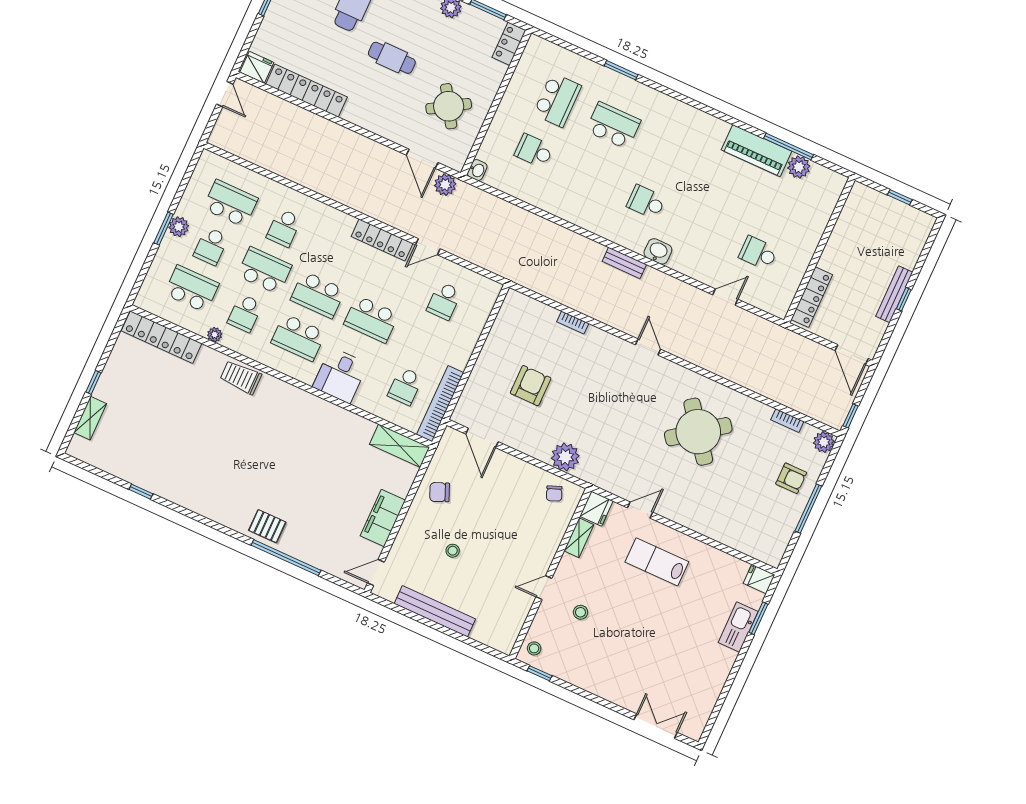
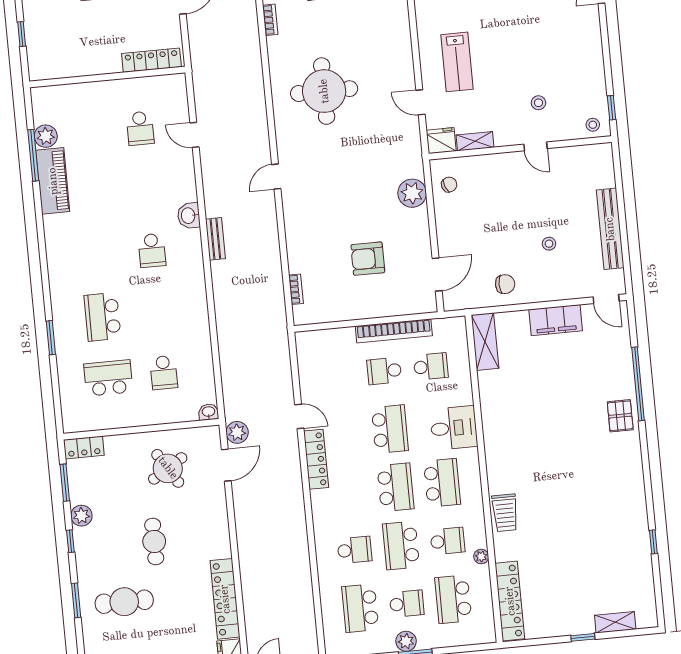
school desk: (444, 301) -> (384, 371), moved, turned 180
bookcase: (573, 323) -> (296, 289), moved
bookcase: (440, 404) -> (394, 331), moved
round table: (698, 432) -> (324, 91), turned 37
chair: (440, 492) -> (505, 284), turned -67

